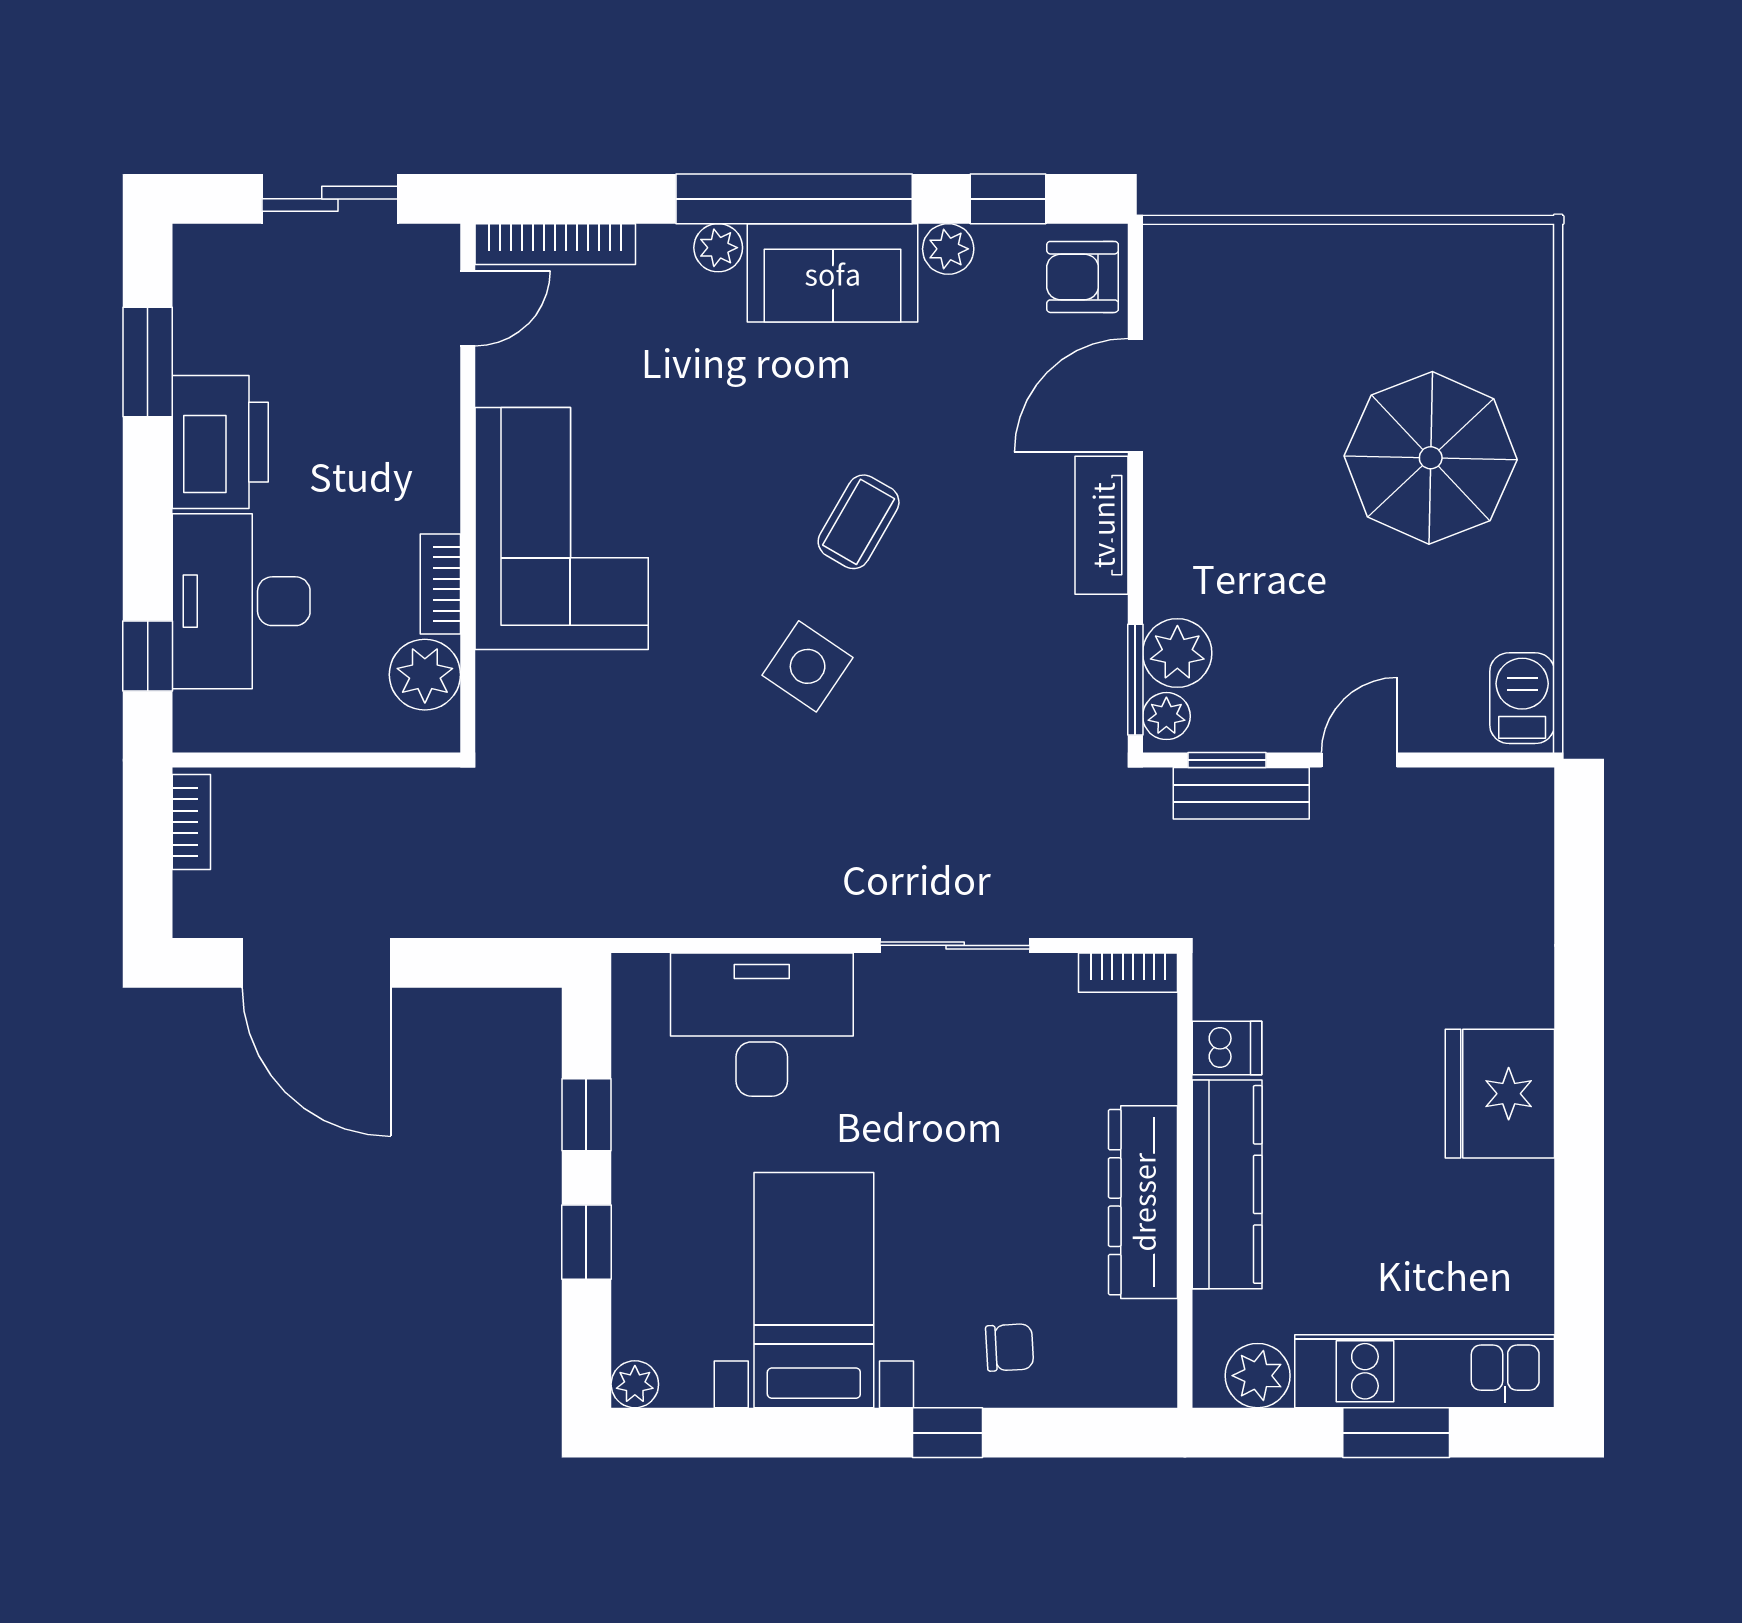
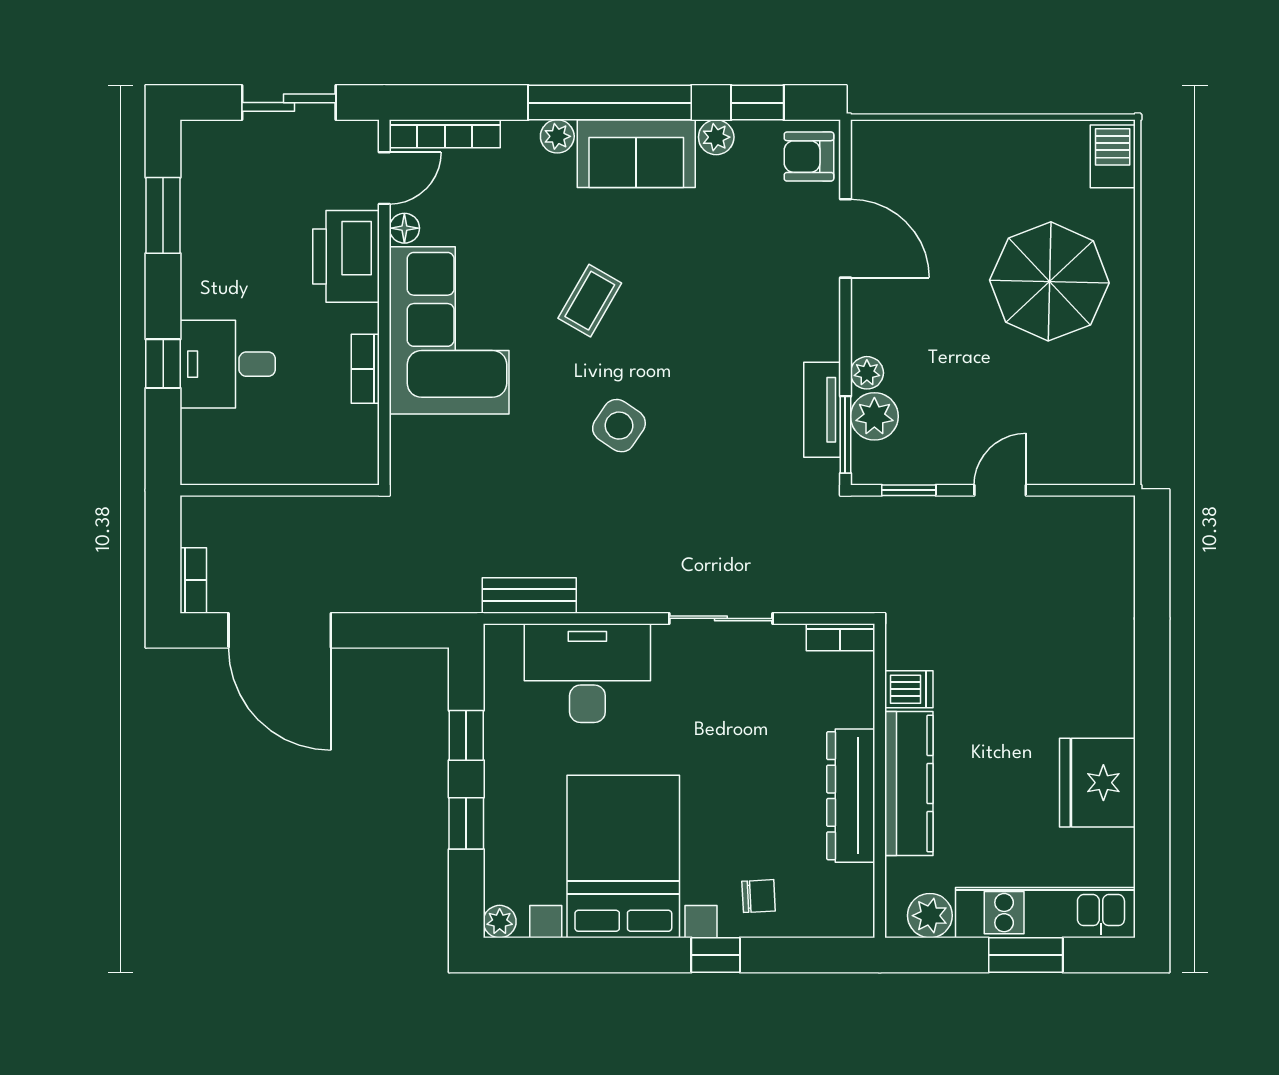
floor lamp: (497, 381) -> (404, 228), added
door: (1135, 395) -> (845, 238), swing flipped
printer: (220, 442) -> (346, 256), moved, turned 180
coffee table: (859, 522) -> (590, 301), moved
tv unit: (1102, 525) -> (822, 410), moved
desk: (241, 601) -> (228, 364), width x0.73
window: (148, 656) -> (163, 364), moved
plant: (425, 675) -> (355, 431), removed
barbecue: (1522, 698) -> (1113, 156), moved
plant: (1166, 716) -> (867, 373), moved
bench: (1241, 793) -> (529, 595), moved
bookcase: (191, 822) -> (193, 580), moved
fridge: (1500, 1094) -> (1097, 783), moved
bed with nightstands: (814, 1290) -> (623, 857), width x1.36

